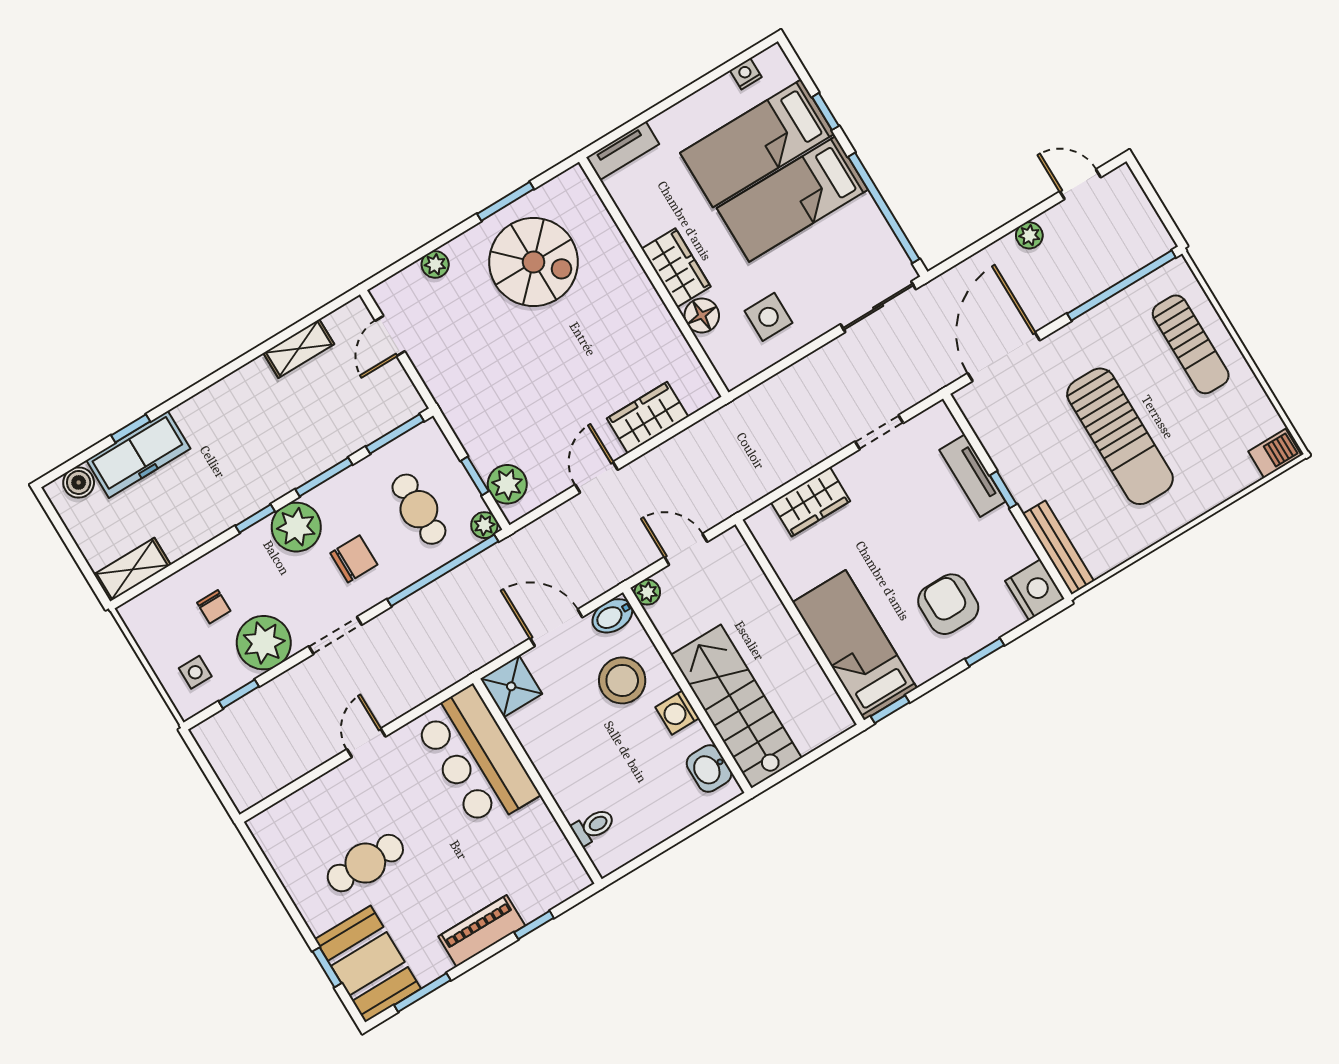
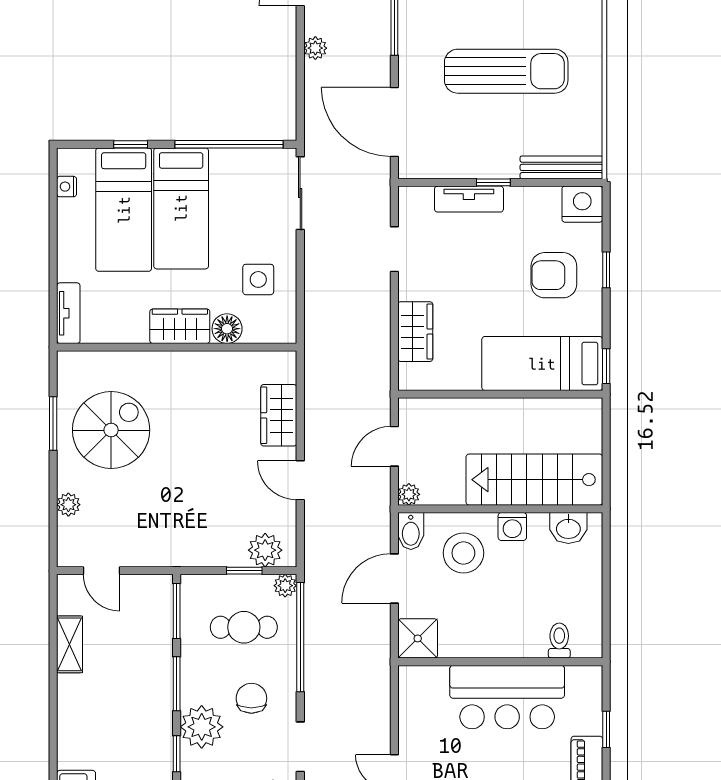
bar counter: (476, 758) -> (507, 697), moved

